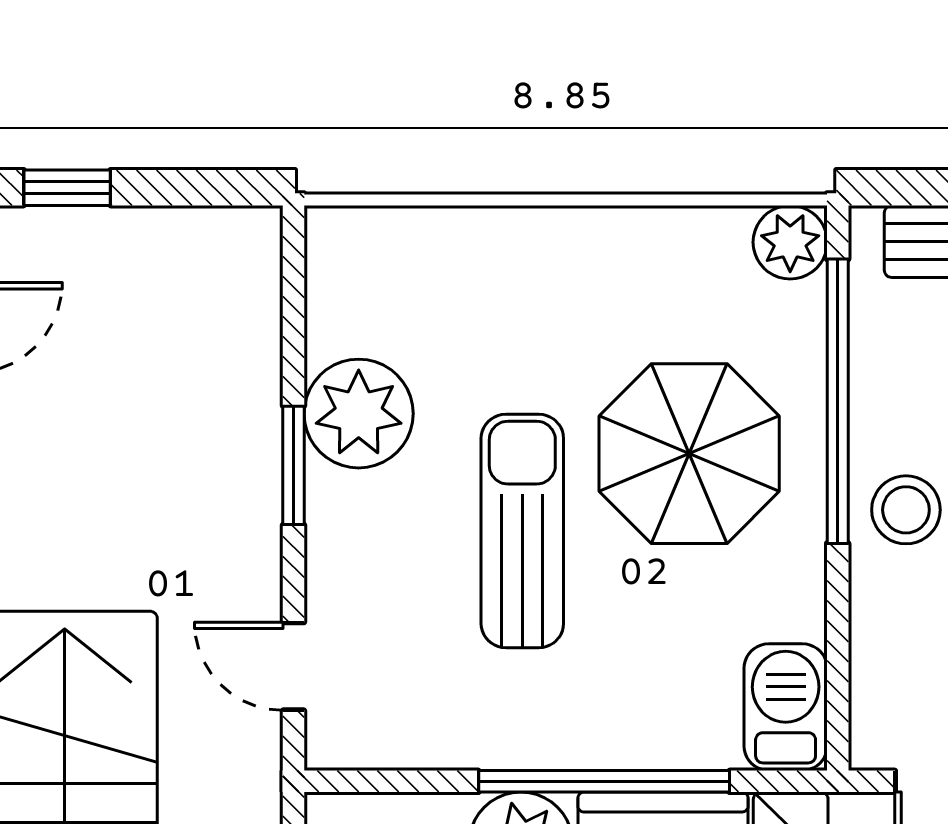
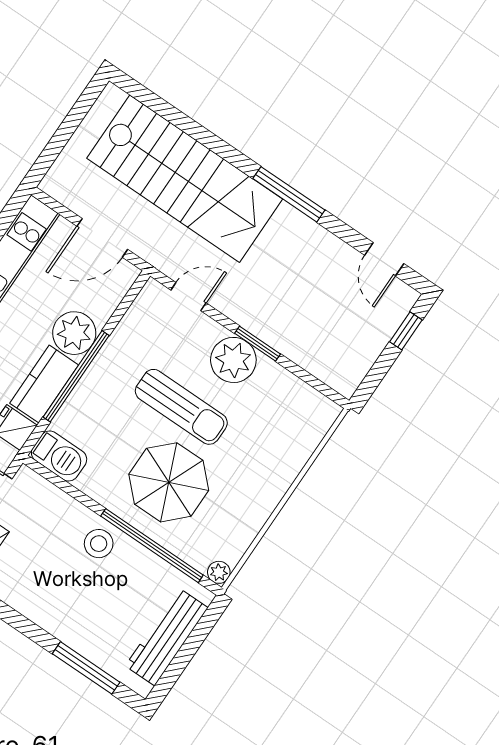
plant: (790, 242) -> (219, 572), width x0.73, depth x0.73
plant: (359, 414) -> (233, 360), moved

